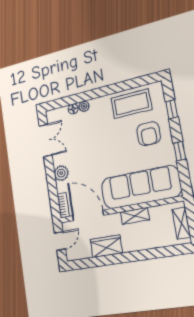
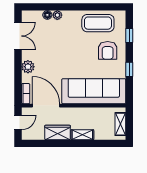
shelving: (135, 216) -> (82, 135), moved

